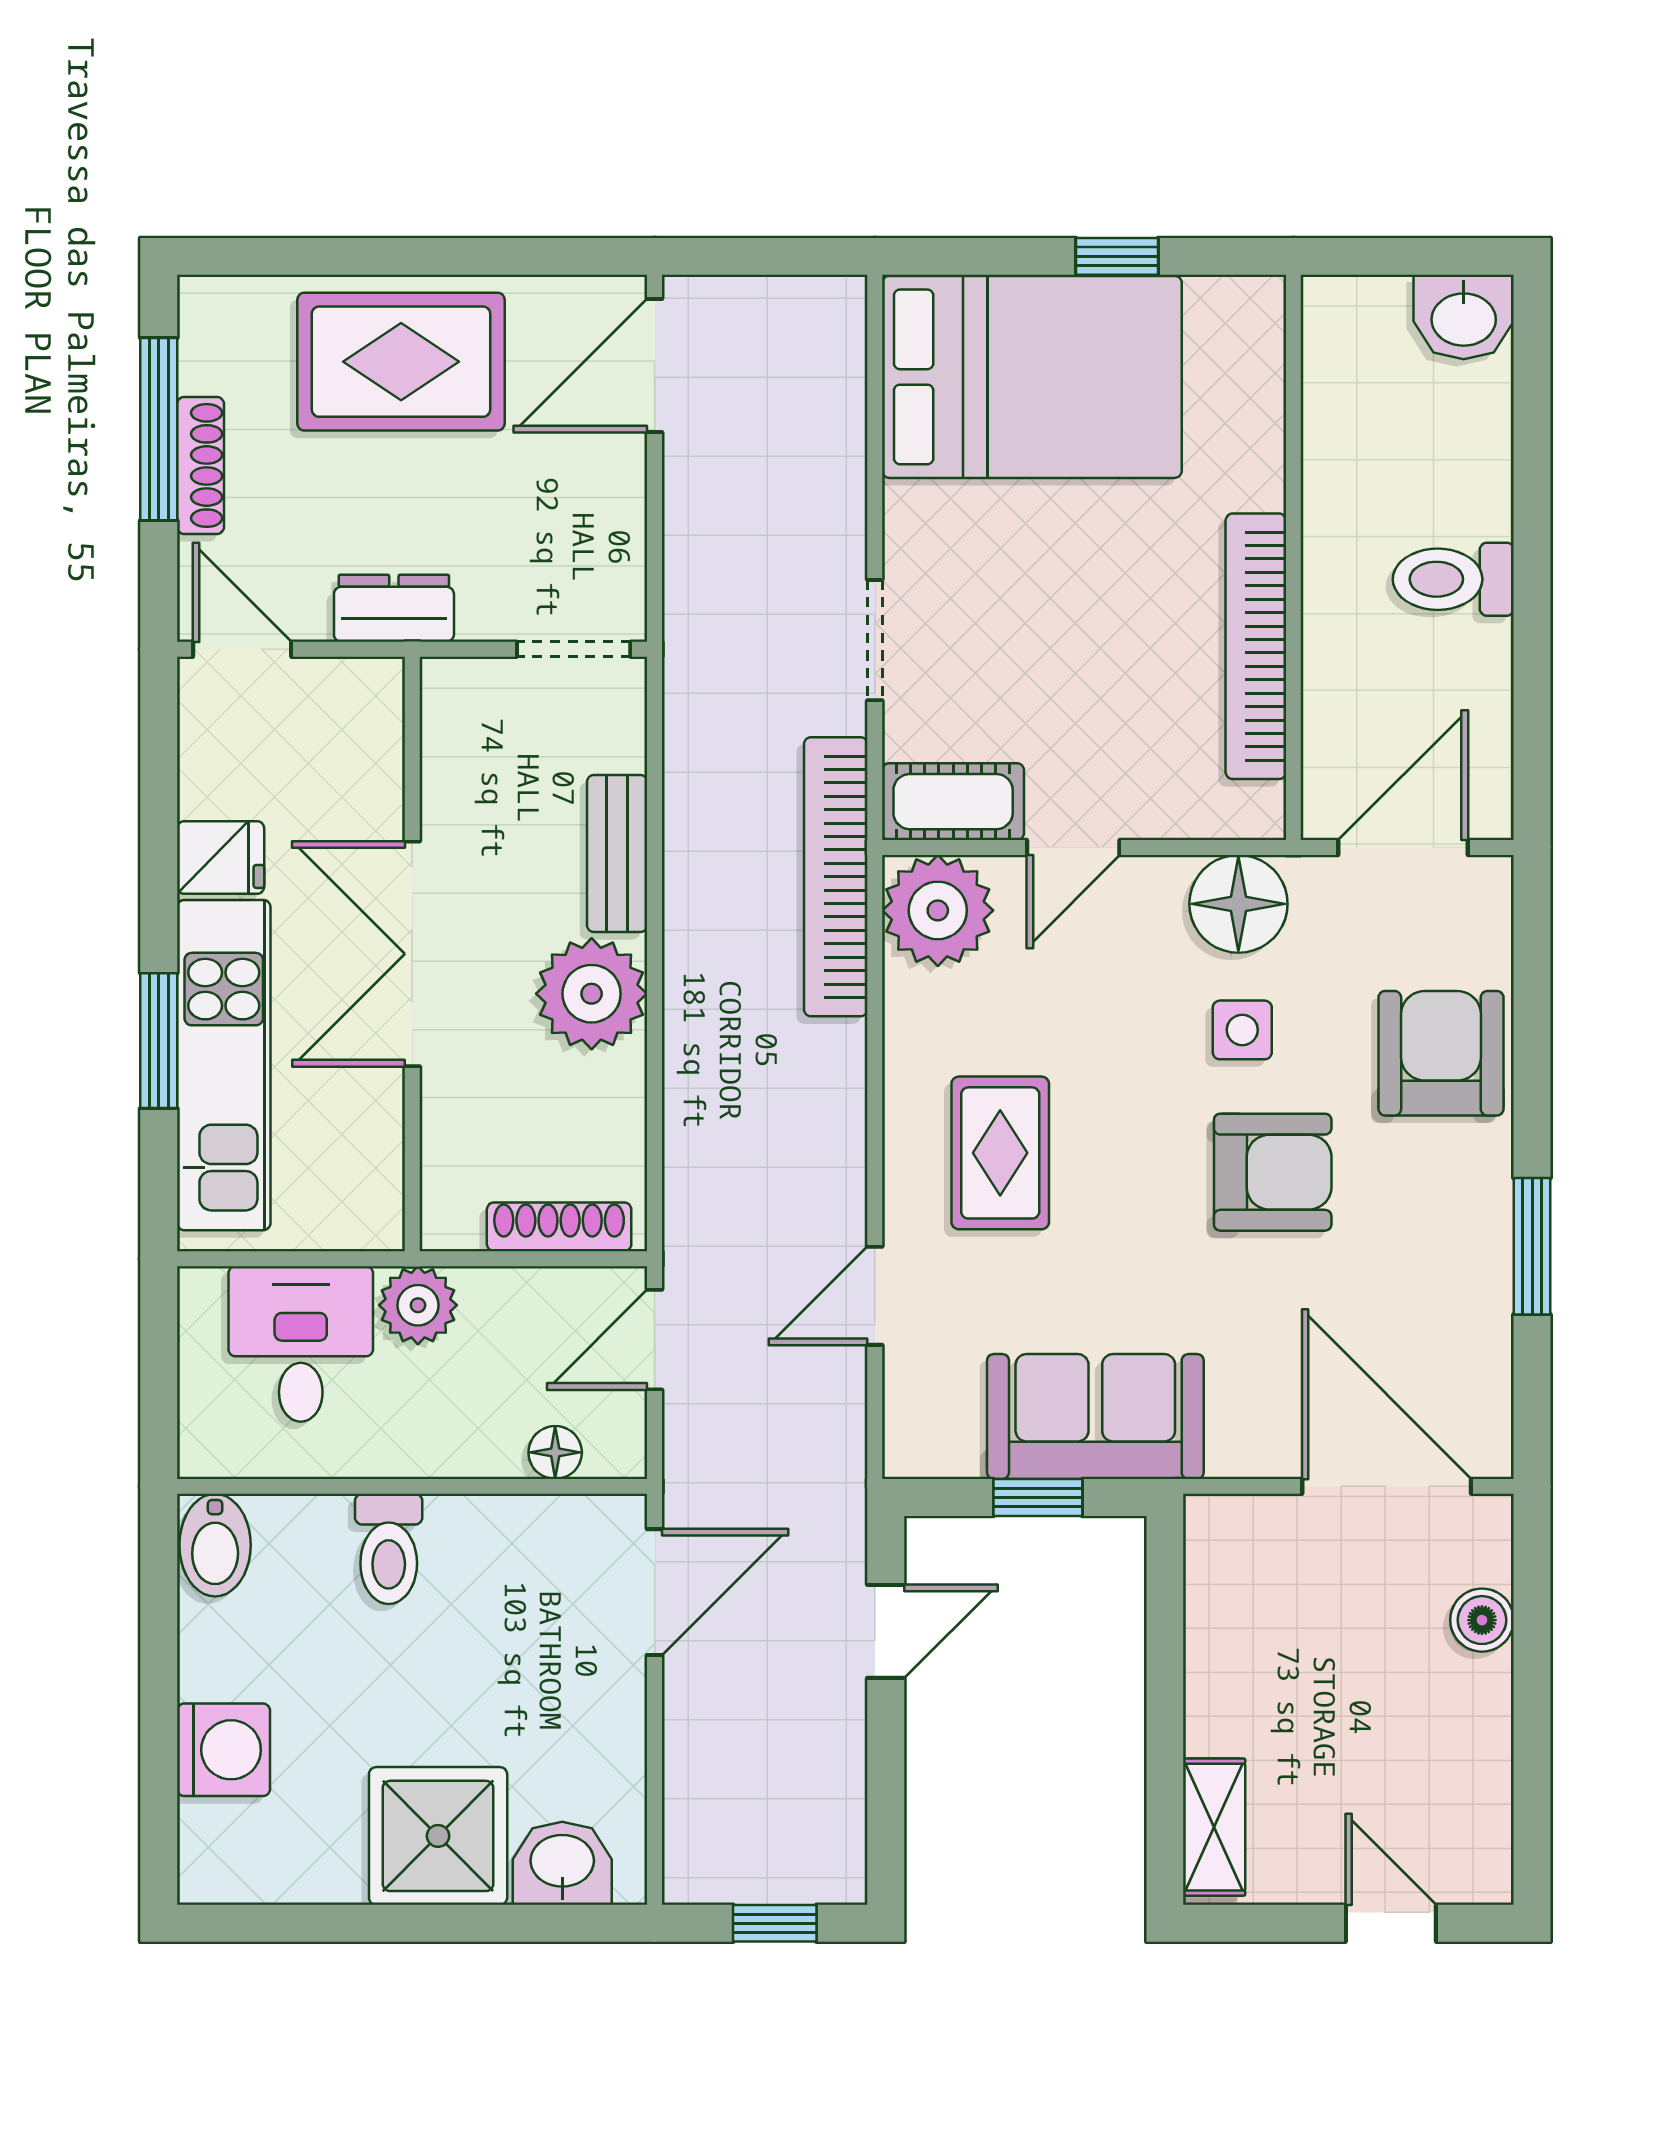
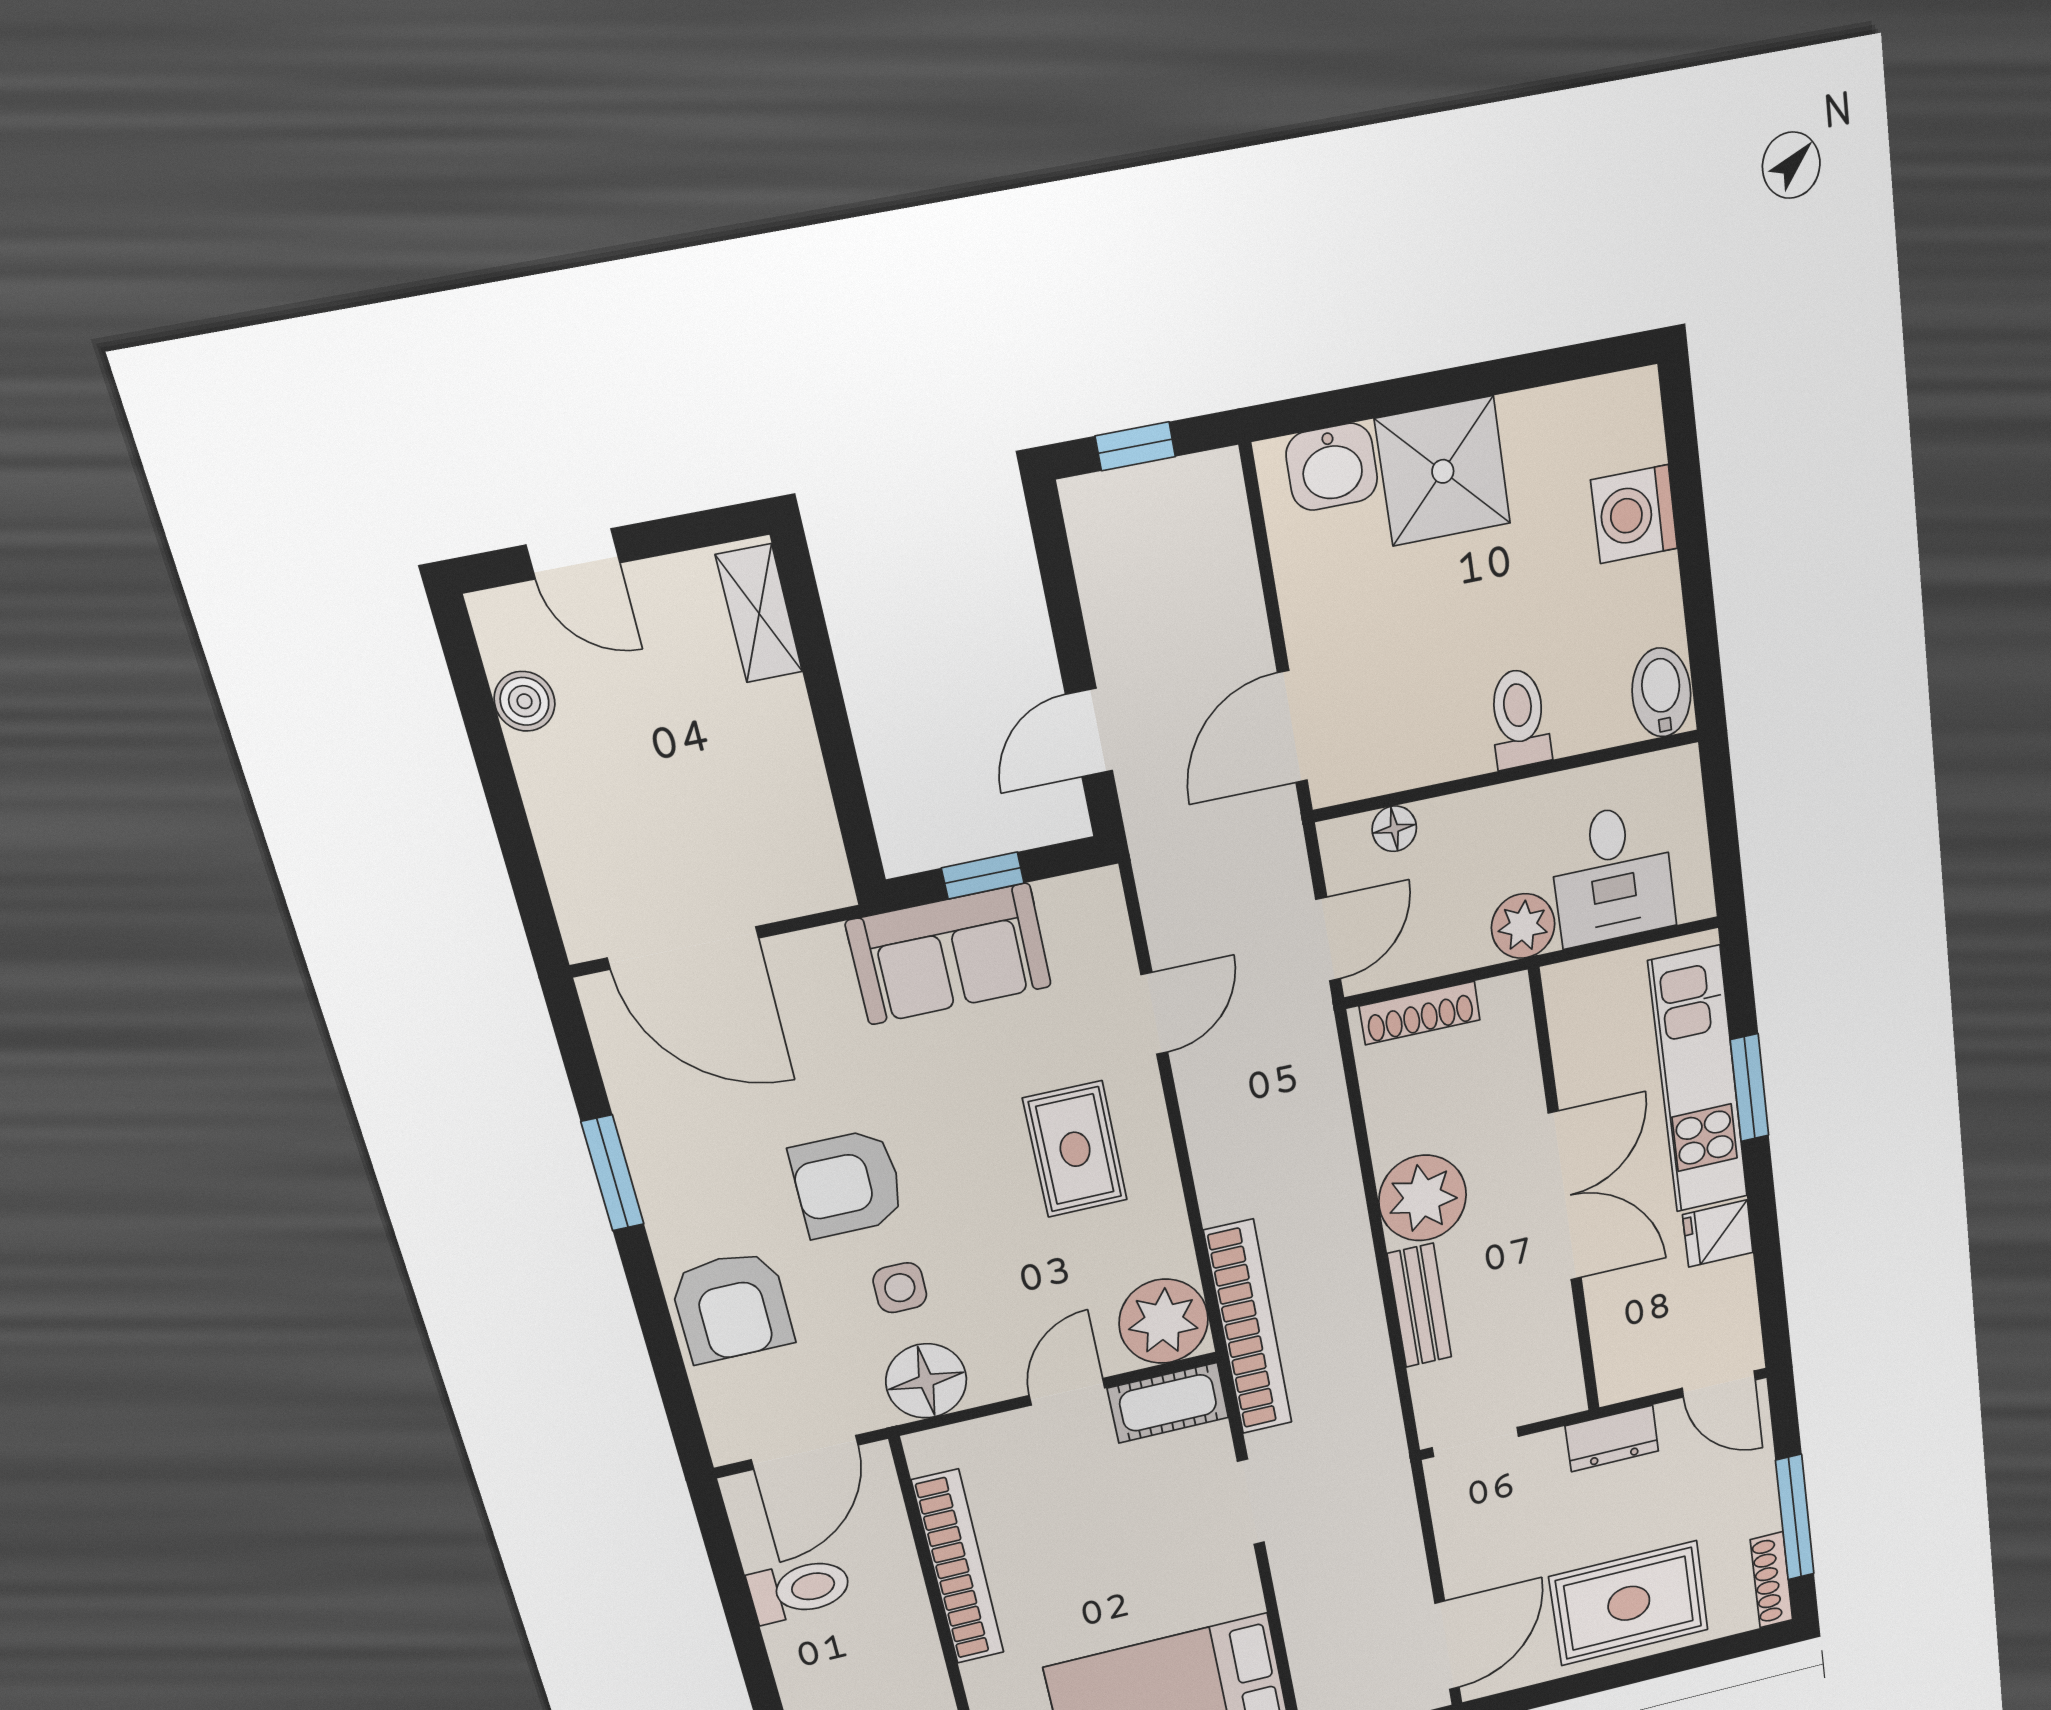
shoe rack: (201, 465) -> (1771, 1580), moved
toilet: (1453, 579) -> (800, 1589), moved
boiler: (1482, 1620) -> (525, 701), moved

